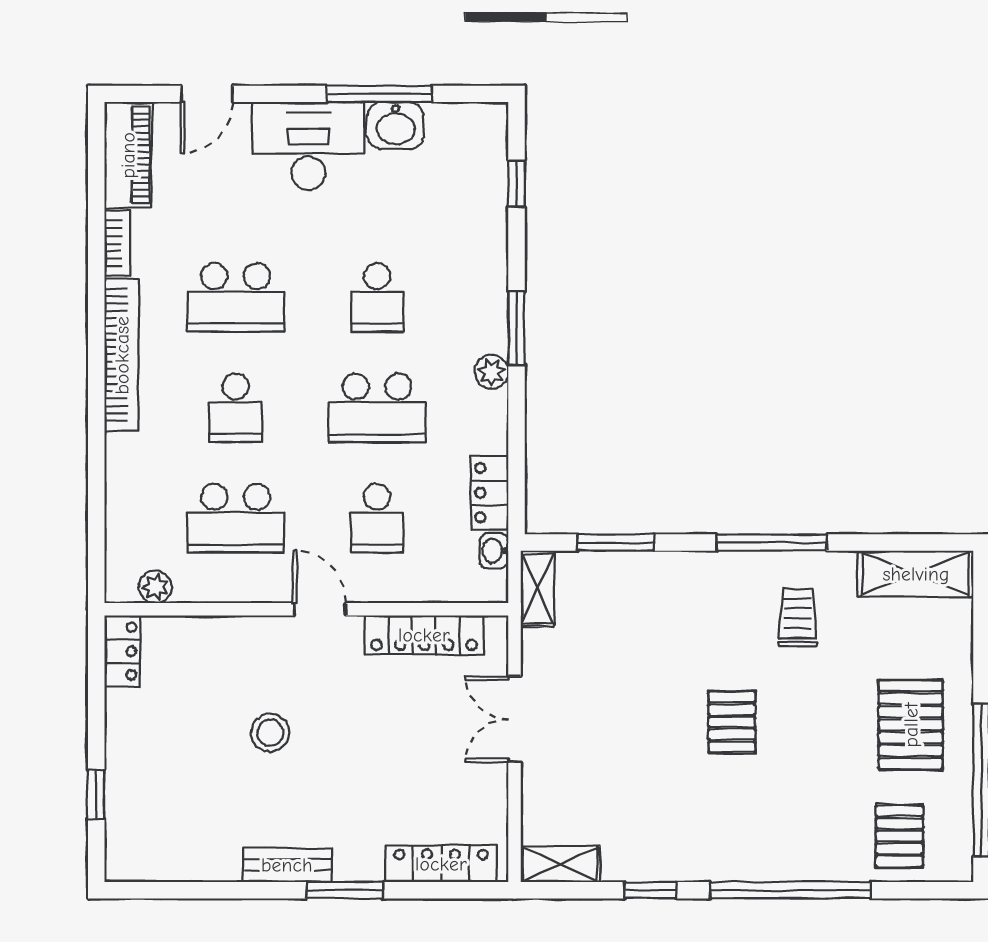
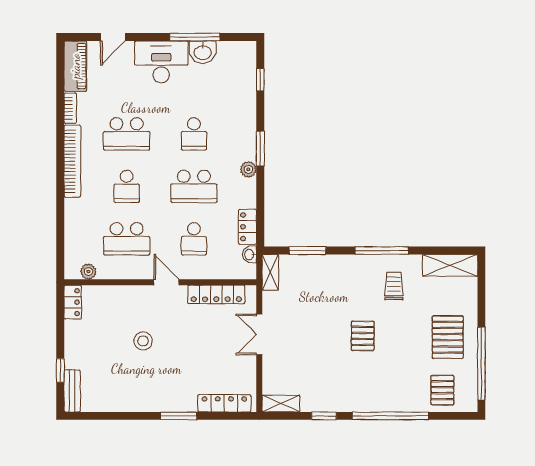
bench: (287, 865) -> (72, 391), moved, turned 90

